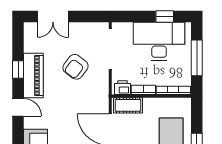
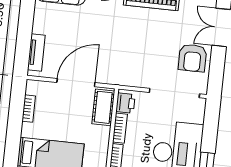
armchair: (76, 67) -> (193, 58), moved, turned -127

